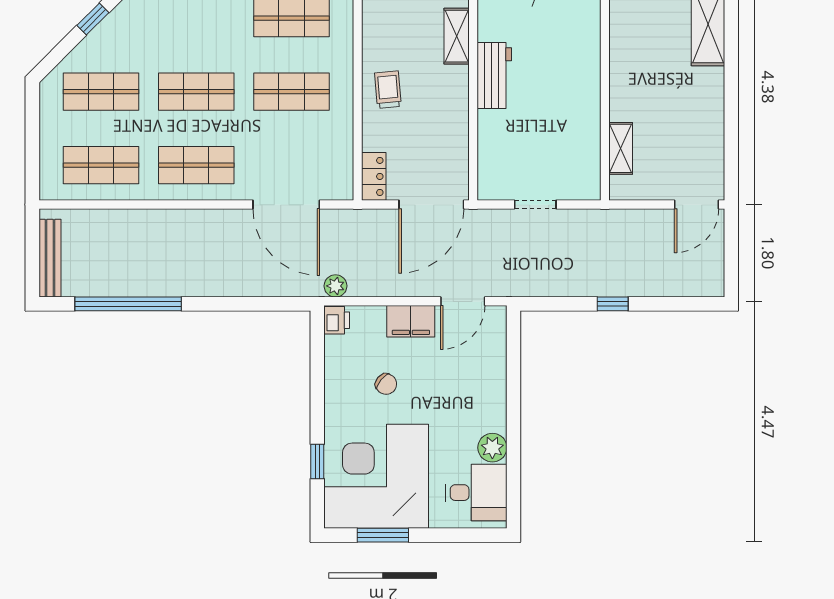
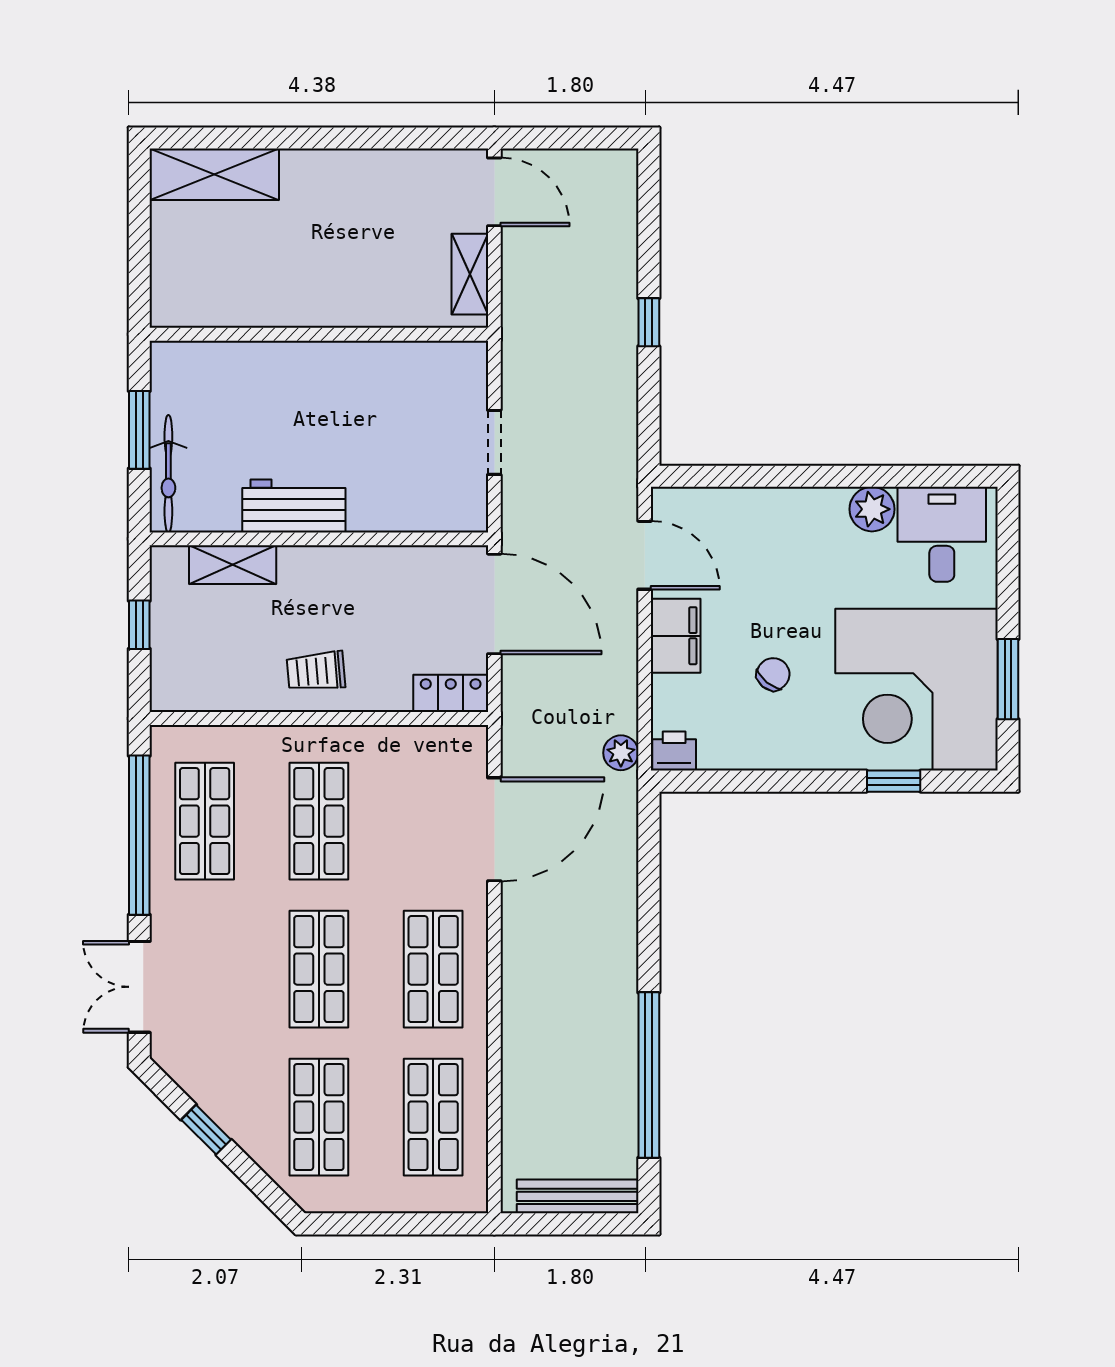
shelving: (621, 148) -> (470, 274), moved, turned 90

